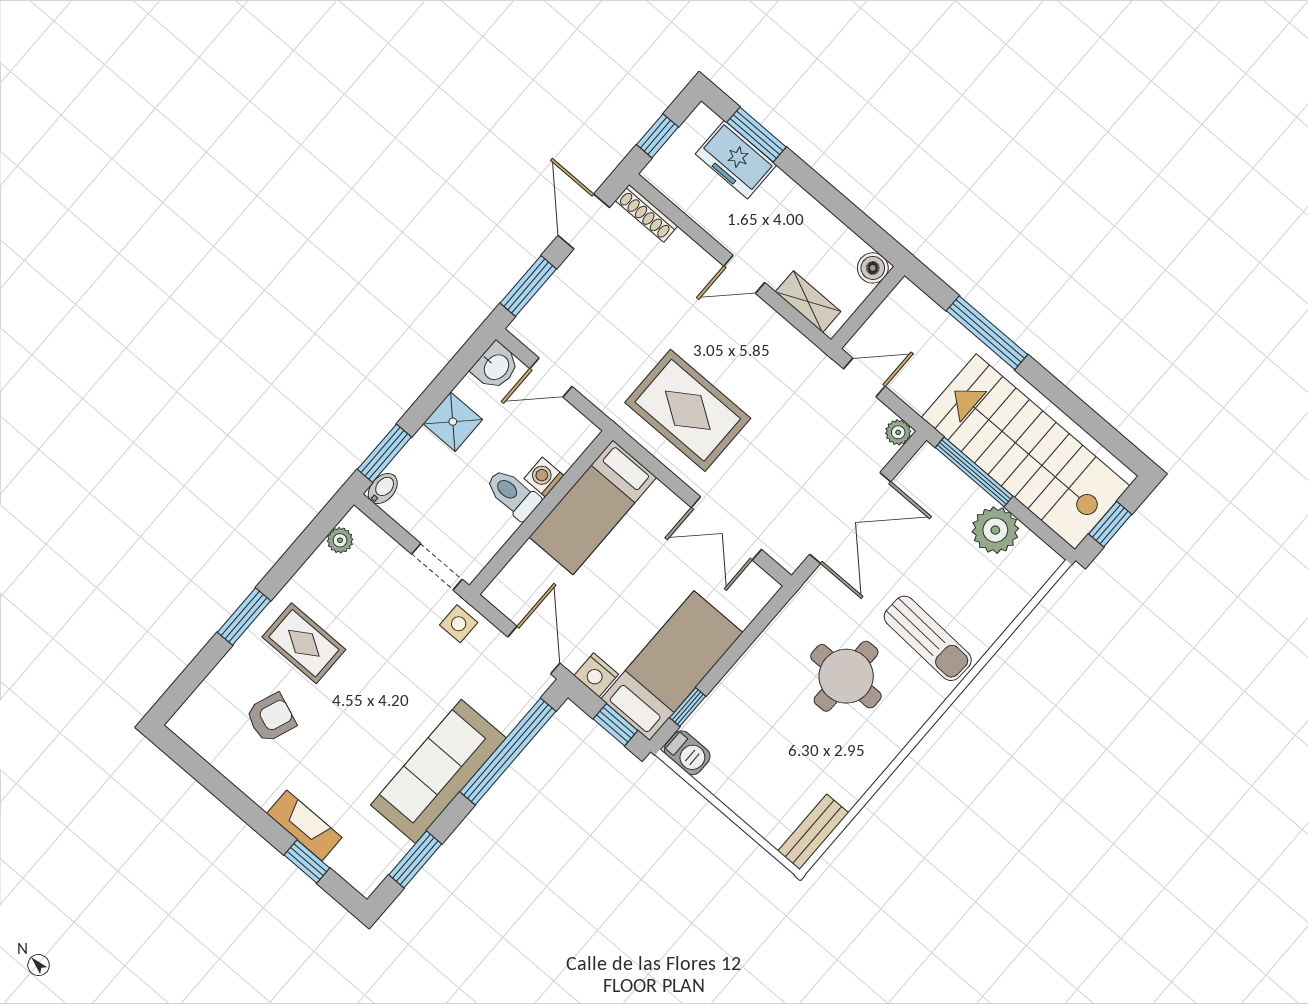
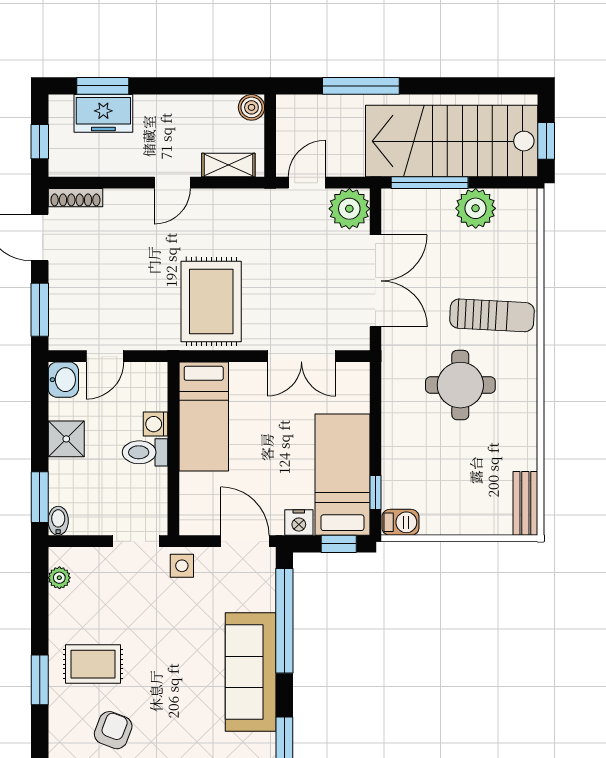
rug: (688, 410) -> (211, 302), turned 90
plant: (898, 432) -> (349, 209), width x1.87, depth x1.87

